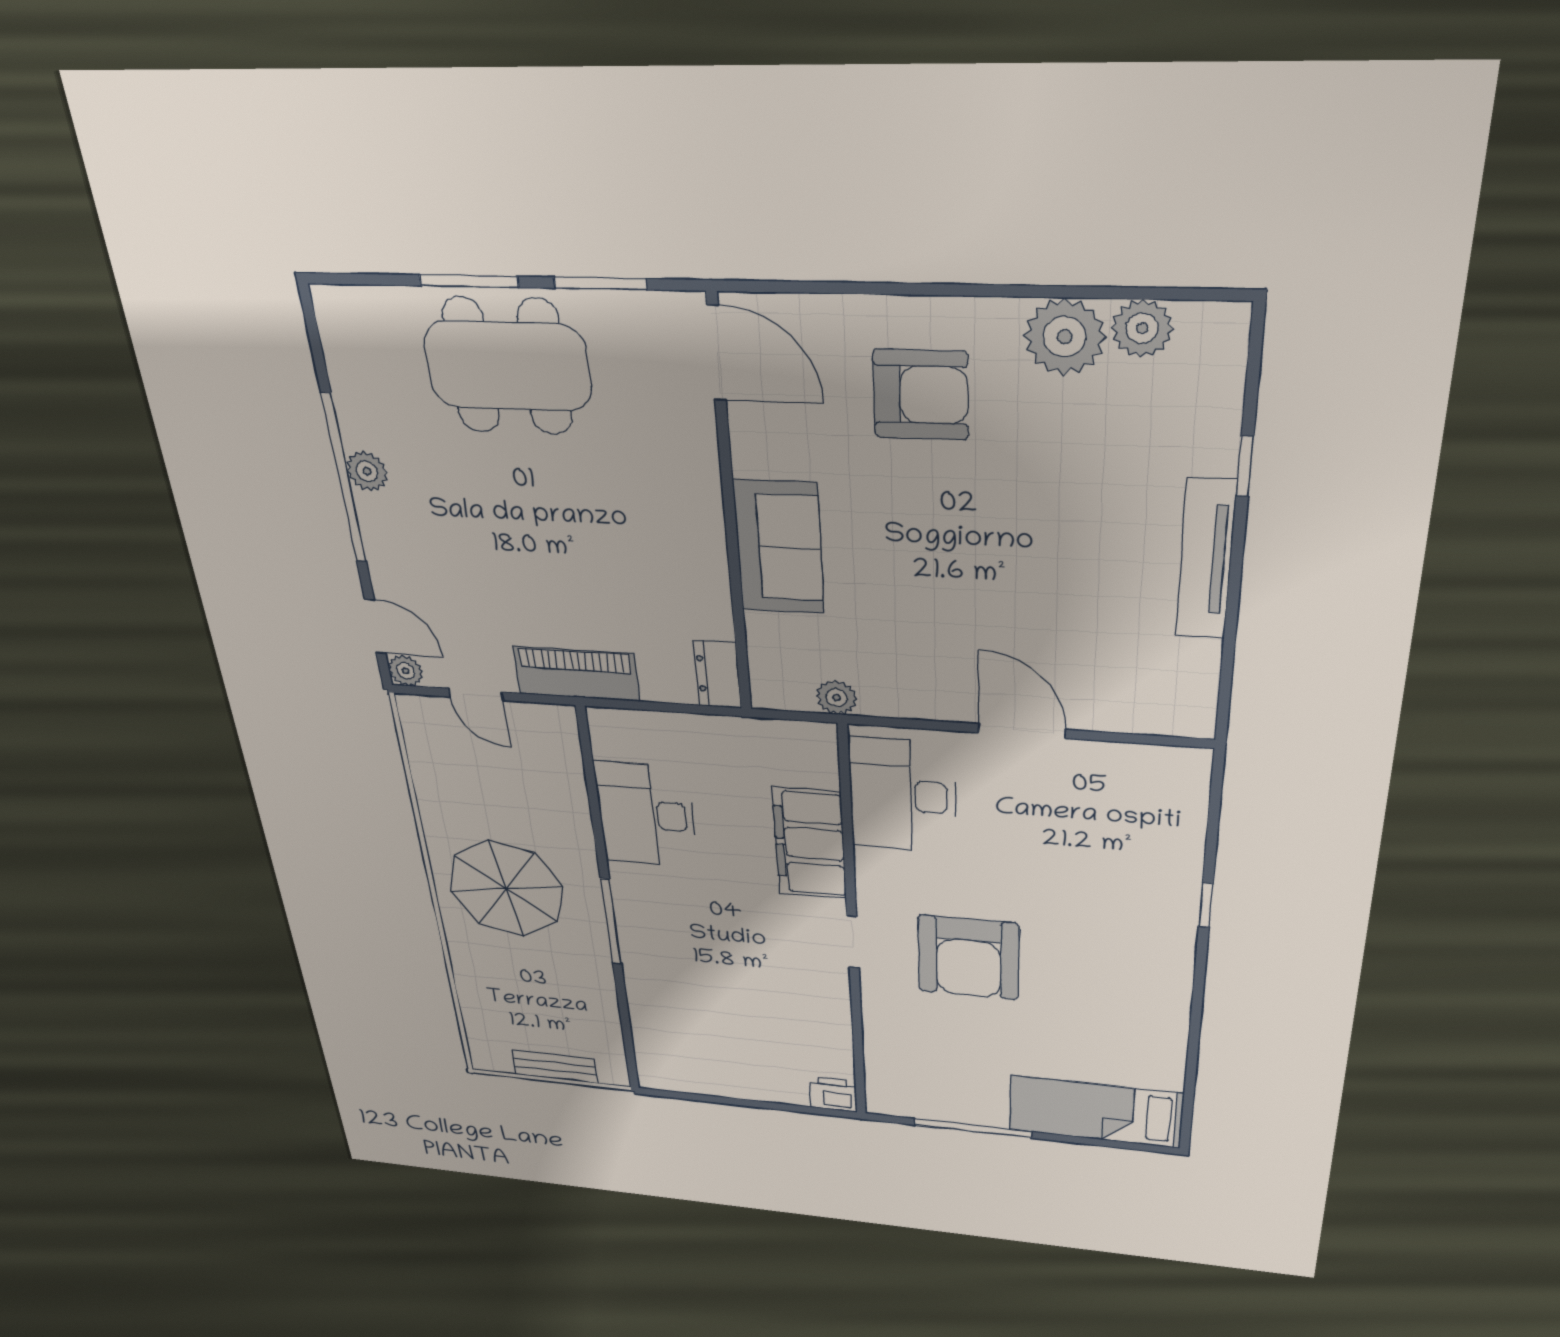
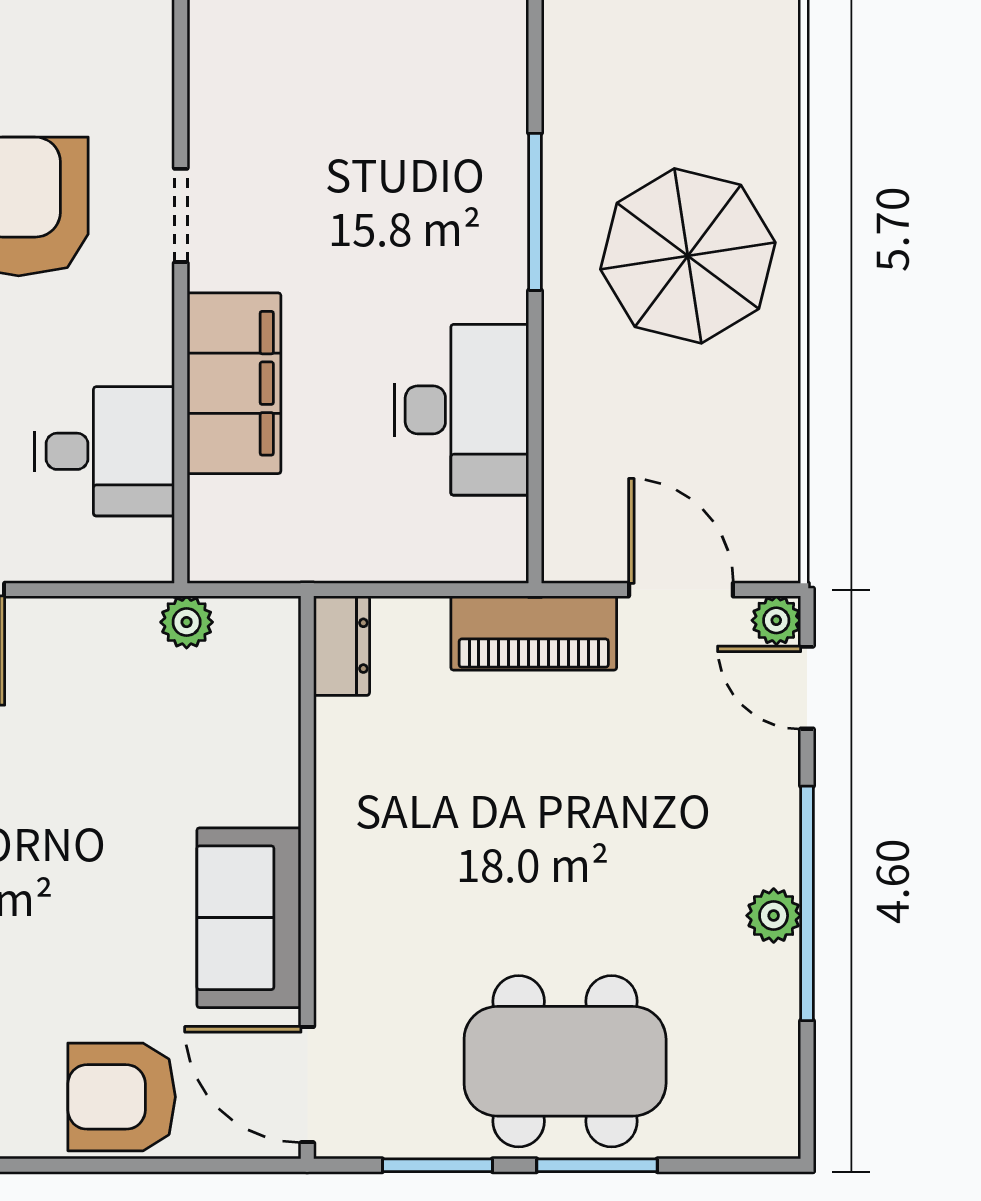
armchair: (921, 395) -> (122, 1097), moved
sofa: (779, 547) -> (249, 918), moved
door: (476, 694) -> (681, 590), width x1.37
desk: (903, 795) -> (105, 451), width x0.73

